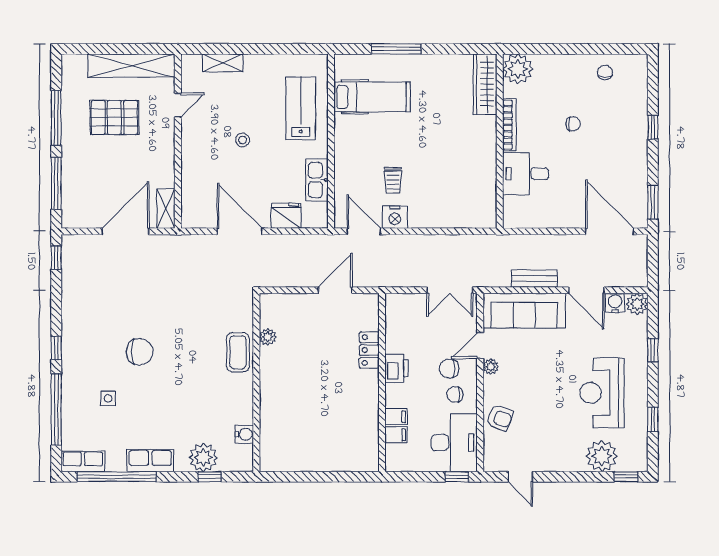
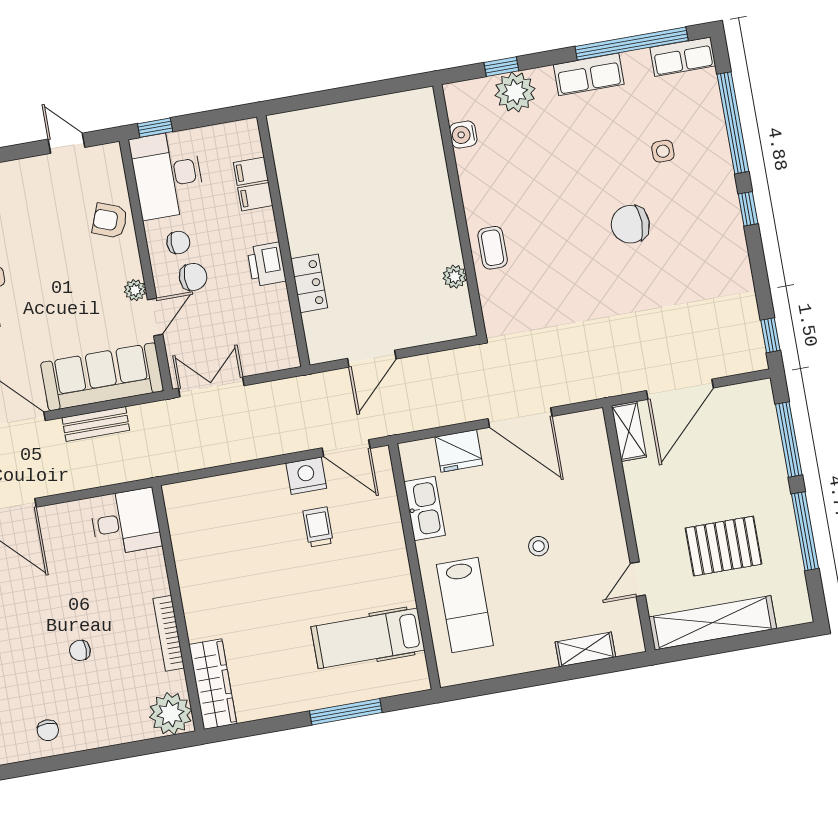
desk: (526, 174) -> (126, 522), moved
coffee table: (238, 352) -> (493, 248), width x0.73, depth x0.77

